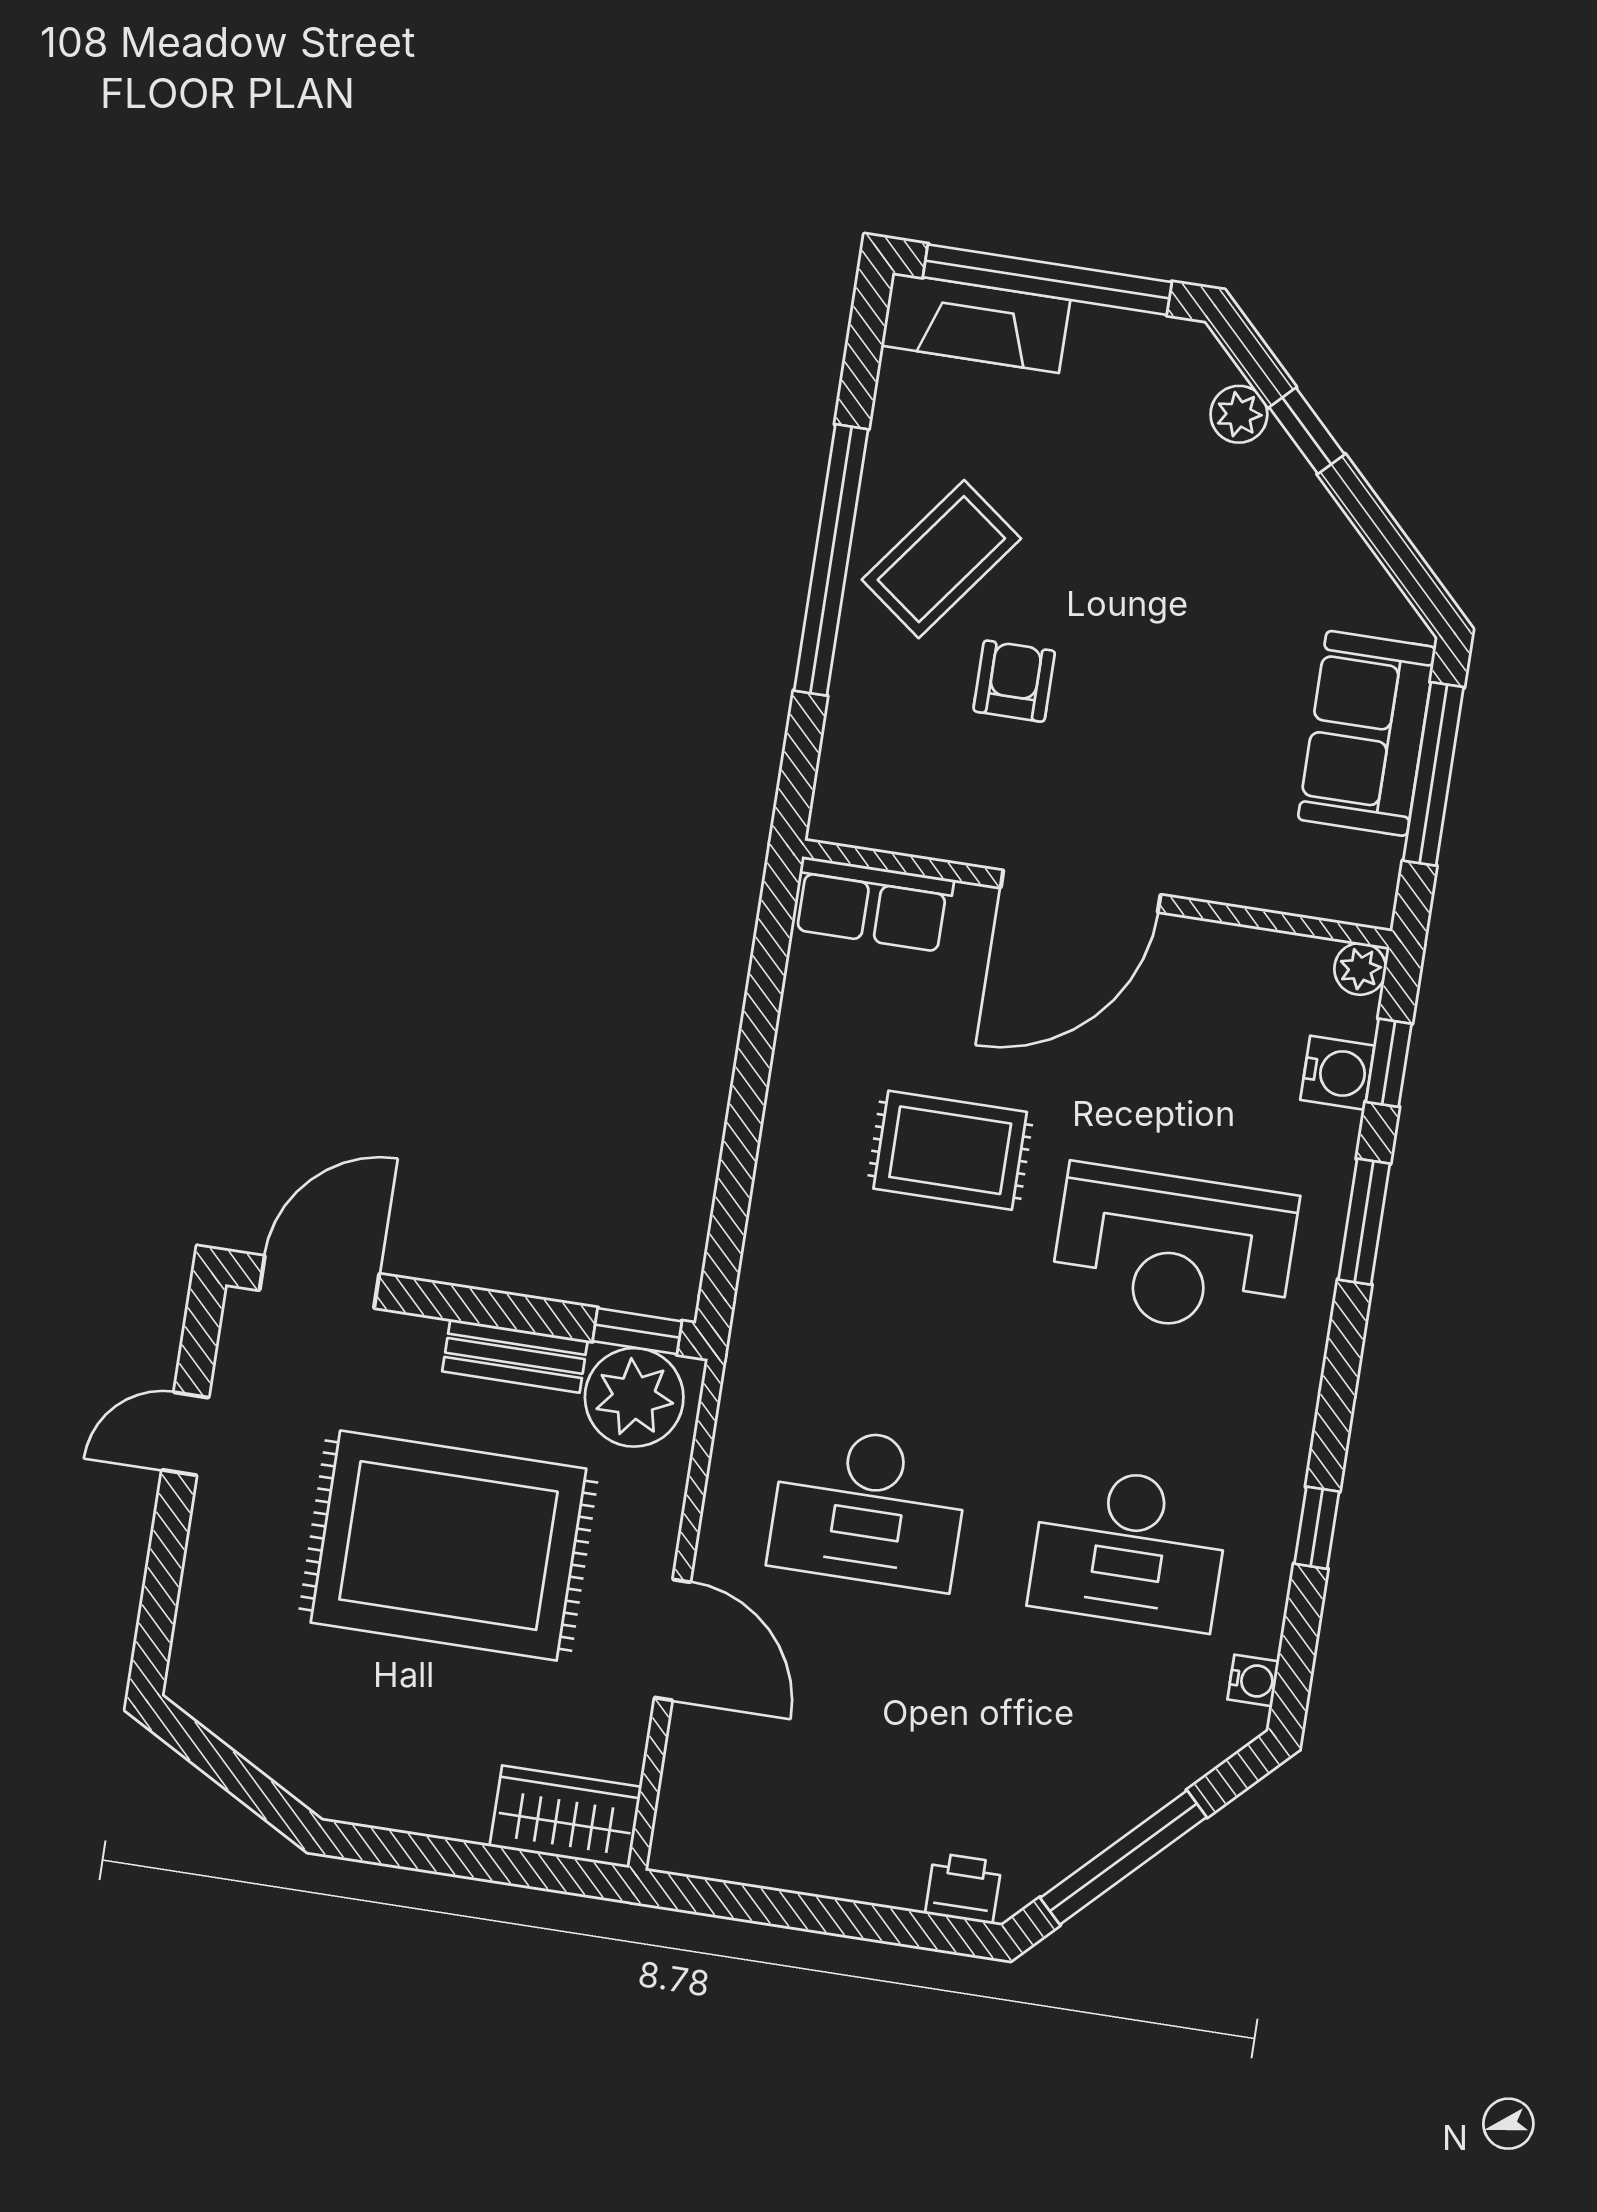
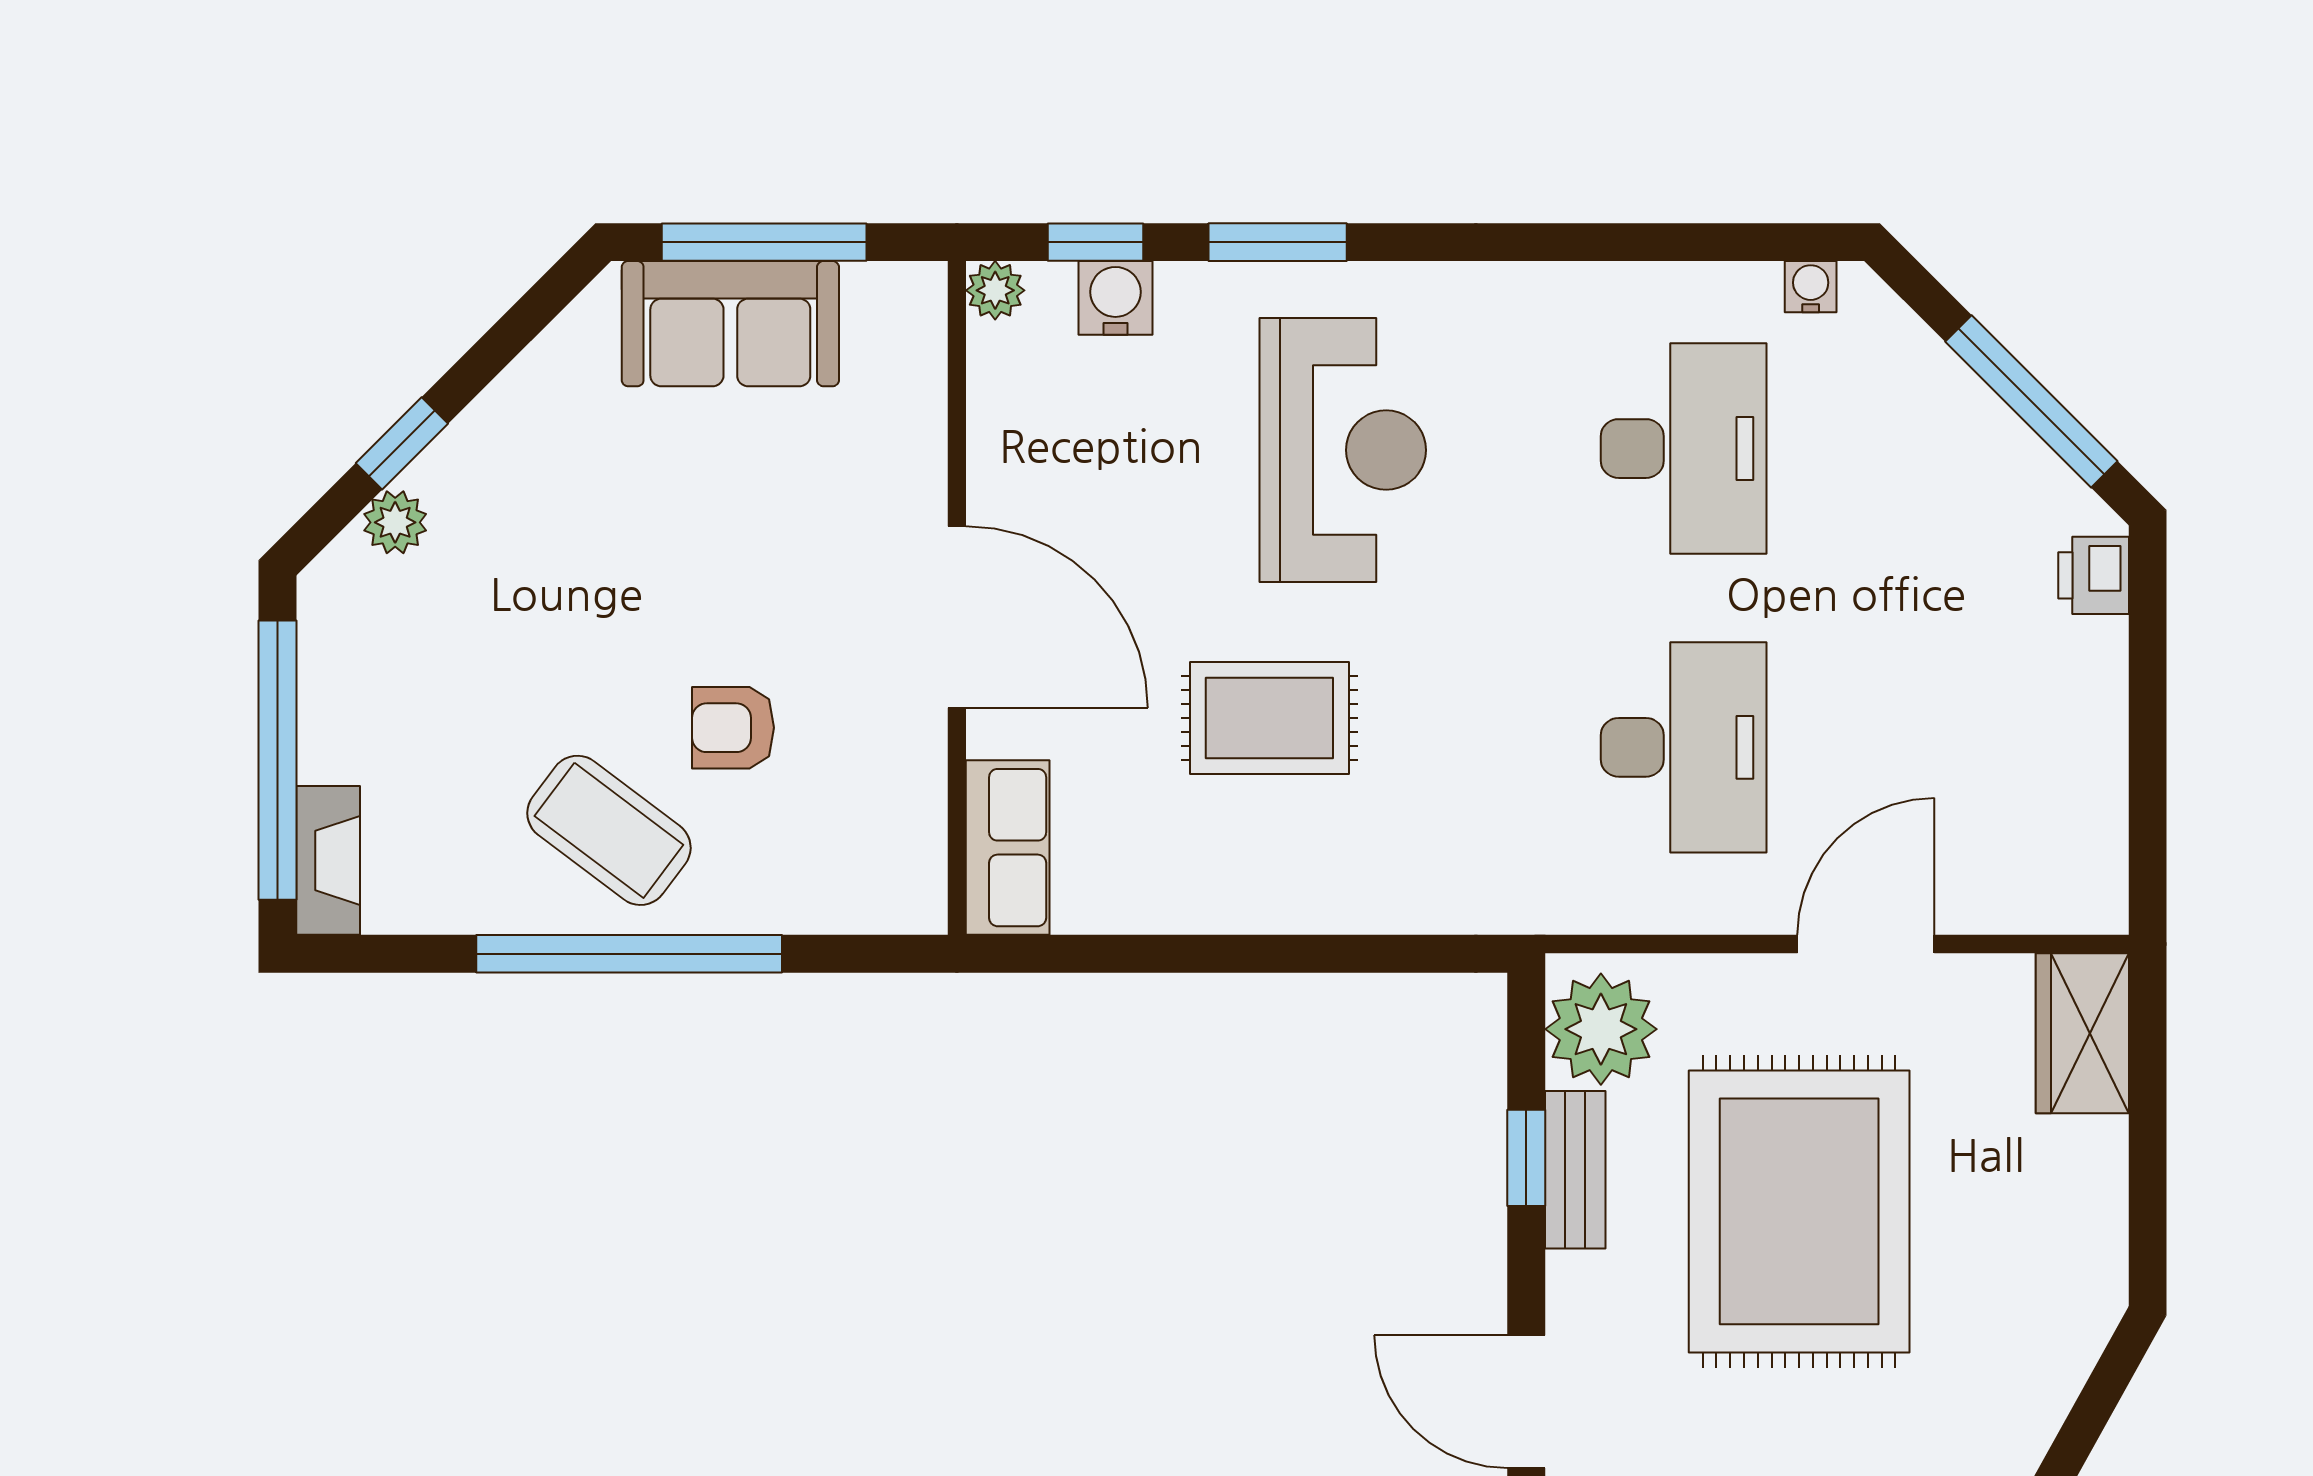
fireplace: (976, 323) -> (328, 860), width x0.73, depth x0.76
rug: (950, 1150) -> (1269, 718), turned 90
window: (637, 1331) -> (1526, 1158), moved
window: (1317, 1528) -> (1629, 242), removed

